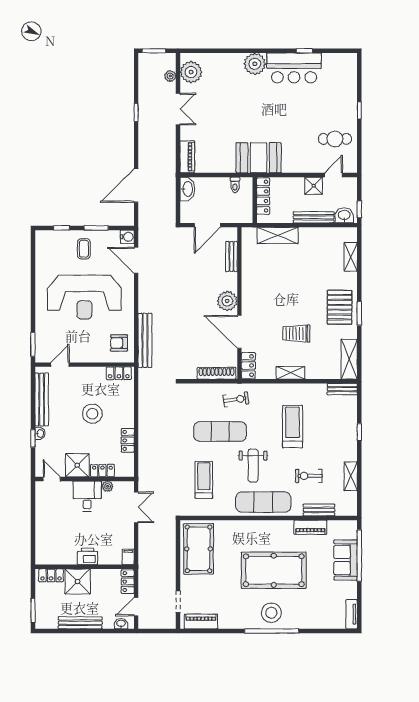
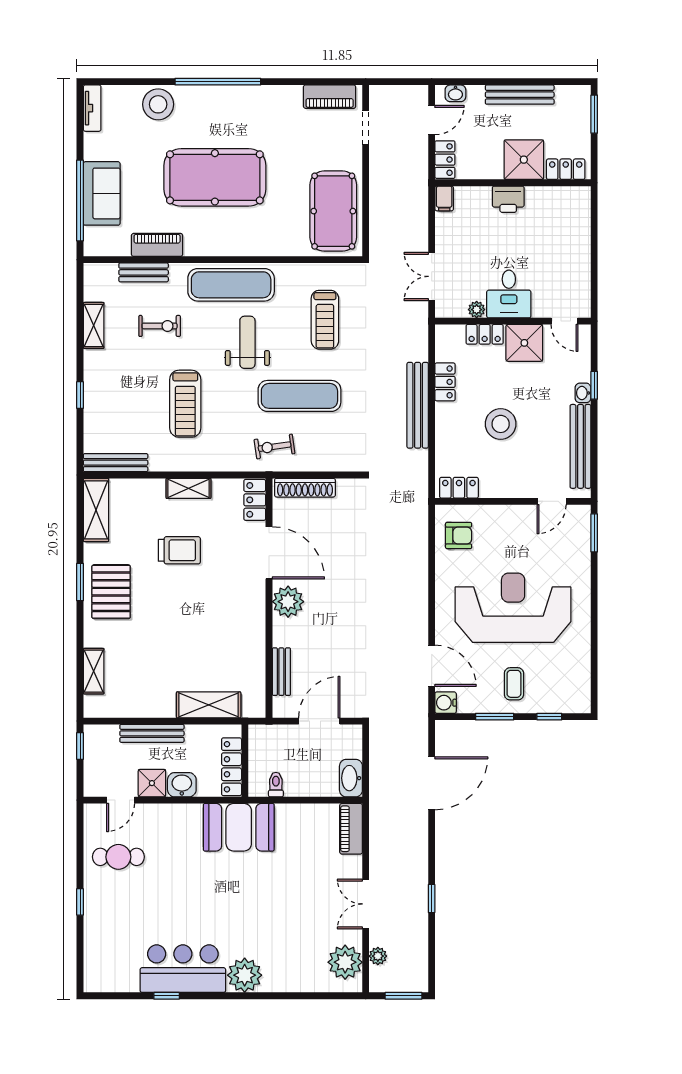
washbasin: (344, 215) -> (182, 785), moved, turned 180
bench: (145, 340) -> (418, 405), moved
bench: (342, 389) -> (116, 463), width x1.36
stool: (271, 613) -> (158, 104), moved

